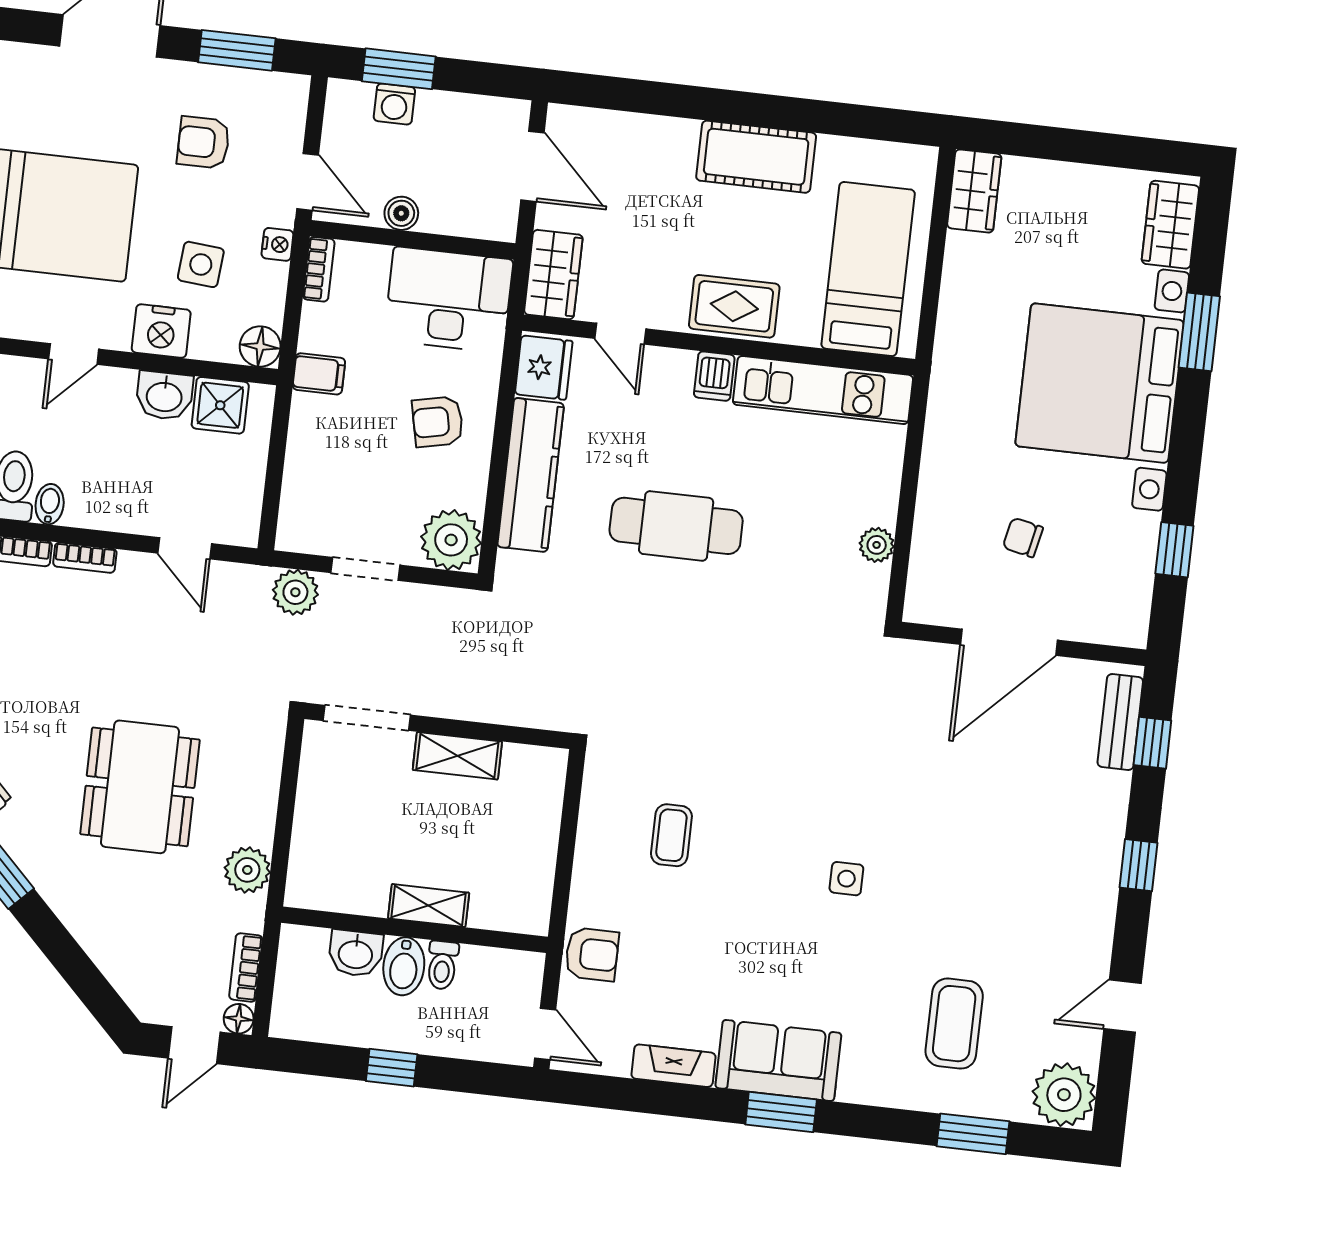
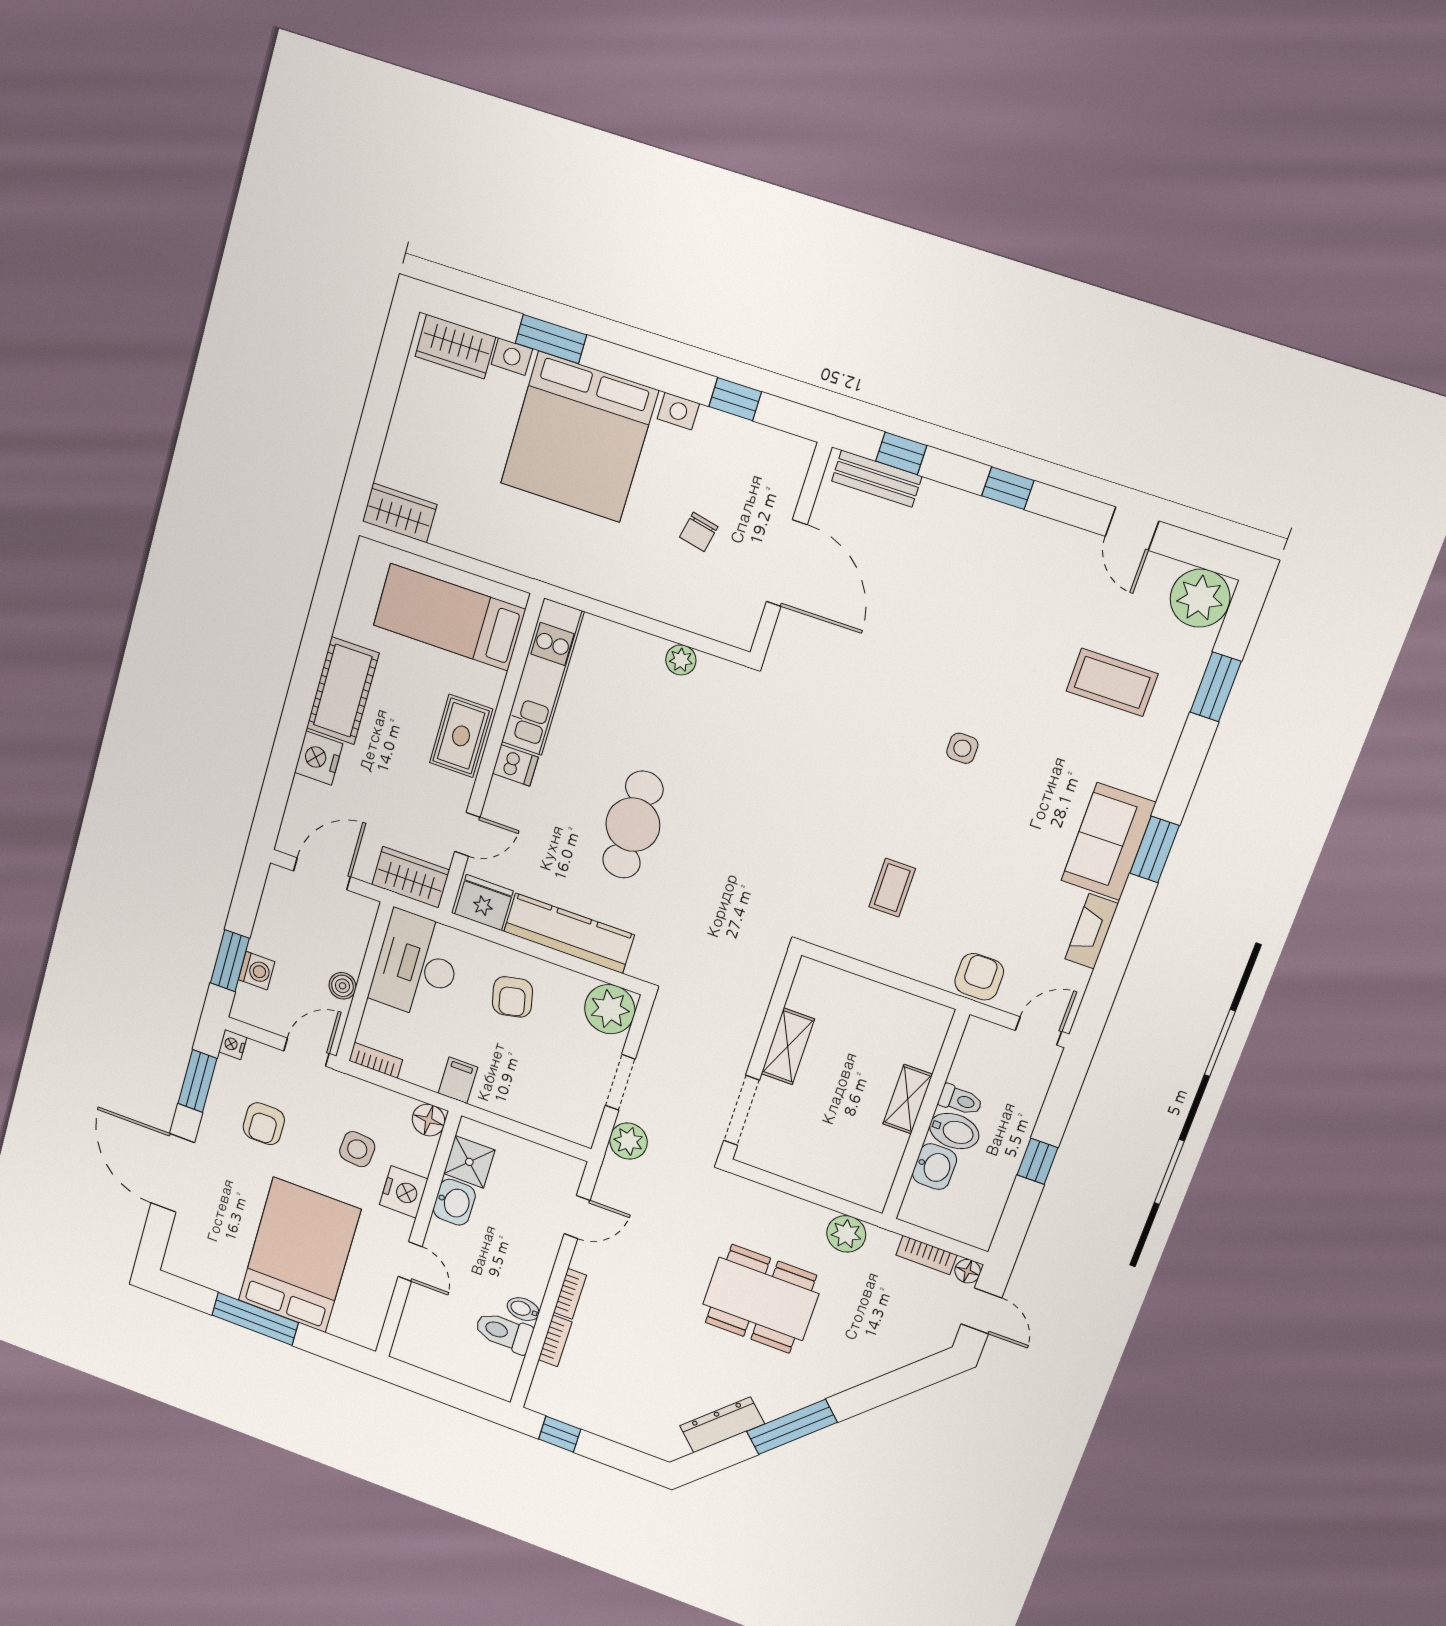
nightstand: (670, 140) -> (319, 758), added
nightstand: (277, 244) -> (233, 1045), moved, turned -90
coffee table: (671, 835) -> (892, 888), turned 90

